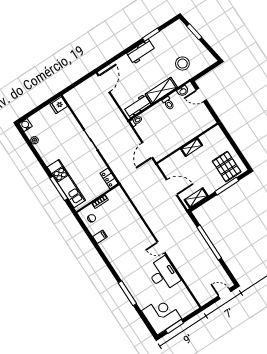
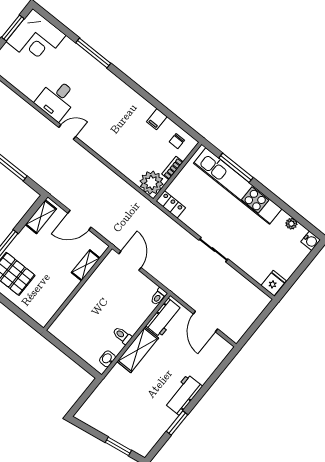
stool: (182, 64) -> (120, 397), removed
door: (104, 84) -> (205, 321), moved
door: (201, 95) -> (80, 362), removed
shelving: (192, 147) -> (86, 265), moved
kitchen unit: (66, 184) -> (238, 186), width x1.36
plant: (117, 197) -> (151, 183), added
desk: (163, 274) -> (57, 99), width x0.73

